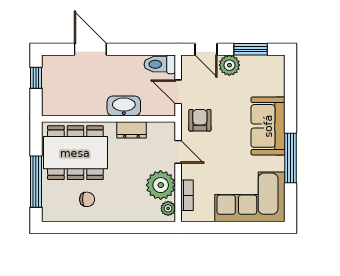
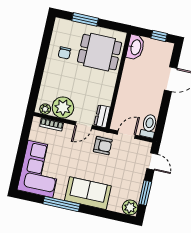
door: (206, 49) -> (152, 161), swing flipped
plant: (229, 65) -> (130, 207), moved
washbasin: (124, 106) -> (135, 47), moved
dresser: (131, 130) -> (102, 116), moved
dining table: (75, 153) -> (100, 52), width x0.73
window: (36, 182) -> (85, 19), width x0.69

